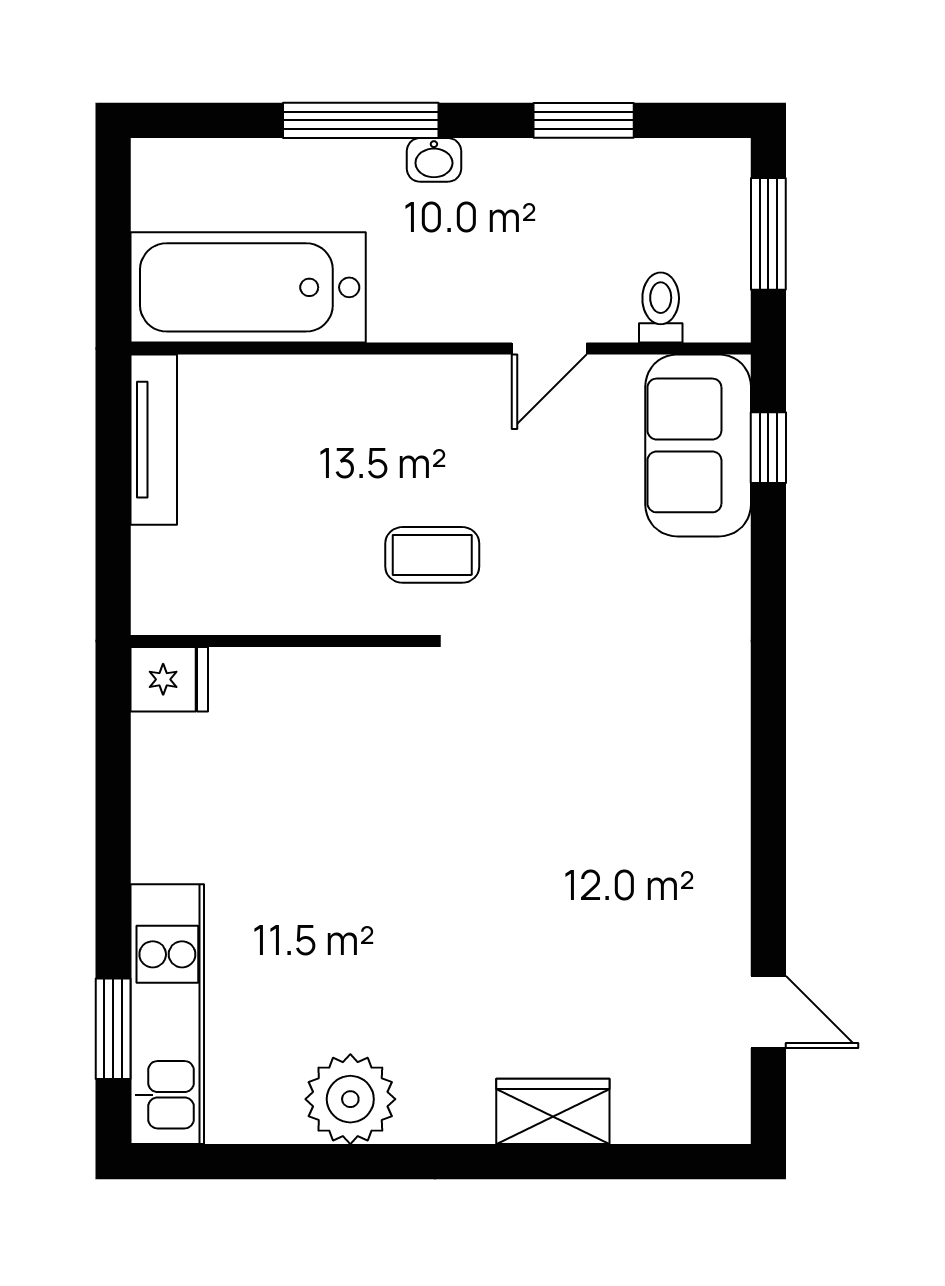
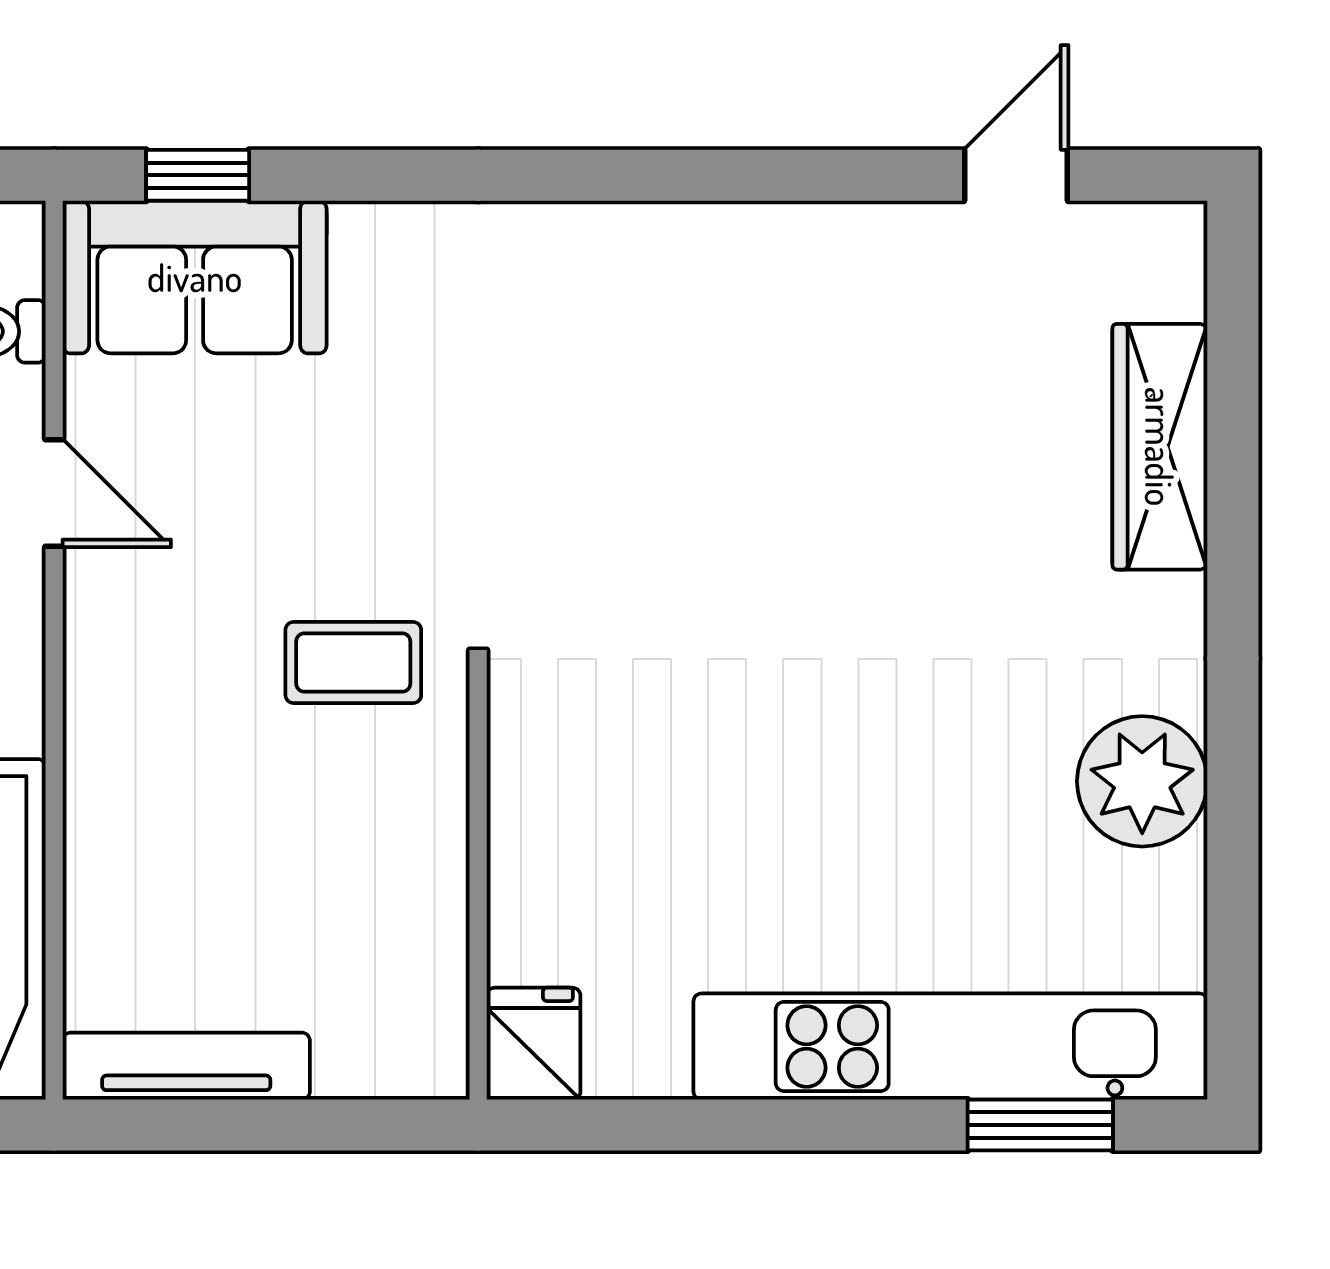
coffee table: (432, 555) -> (353, 662), turned 90
kitchen unit: (167, 1014) -> (950, 1047), width x1.36
wardrobe: (553, 1111) -> (1160, 447), width x1.50

